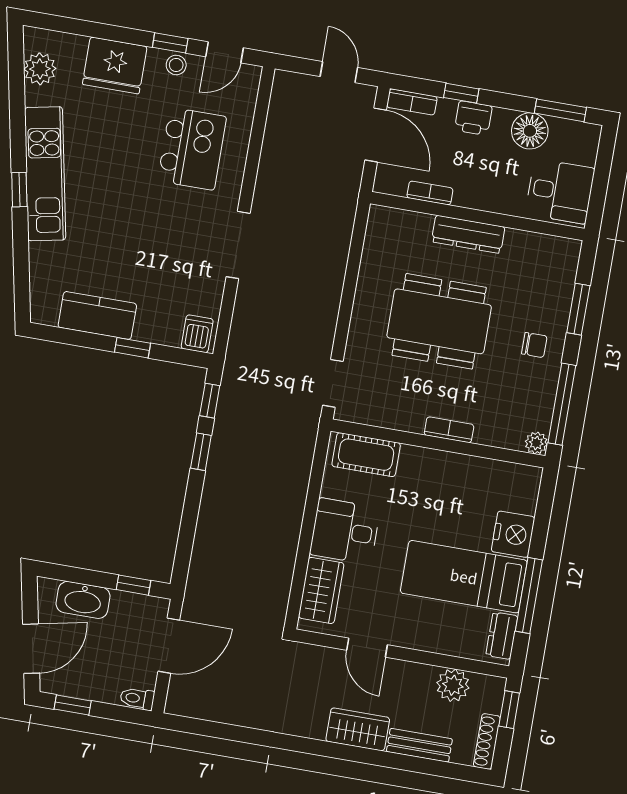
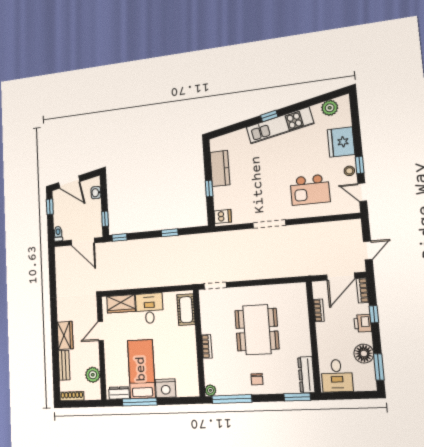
dresser: (468, 234) -> (306, 375), moved
window: (578, 309) -> (297, 397), moved
window: (210, 401) -> (119, 237), moved
washbasin: (83, 600) -> (96, 193), width x0.52, depth x0.69
window: (509, 710) -> (88, 404), removed

